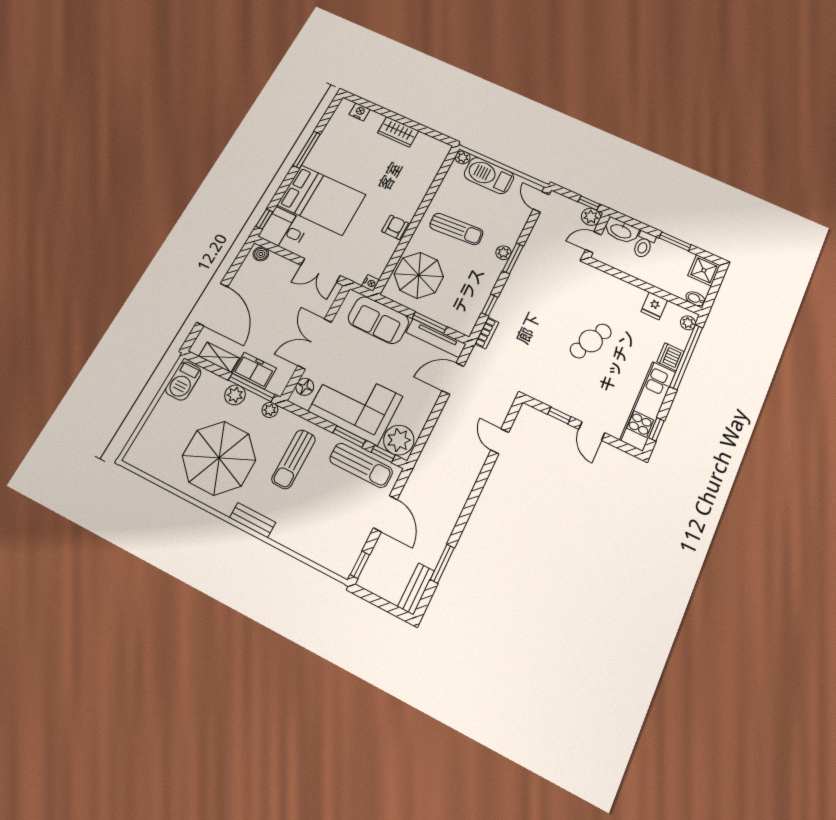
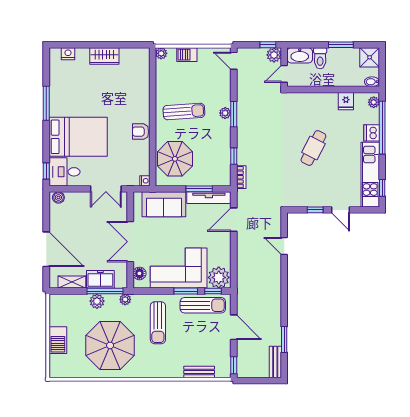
barbecue: (489, 176) -> (187, 55), width x0.53, depth x0.65
armchair: (395, 227) -> (141, 132), turned -90
barbecue: (183, 381) -> (58, 340), moved
bench: (253, 520) -> (199, 372), moved

